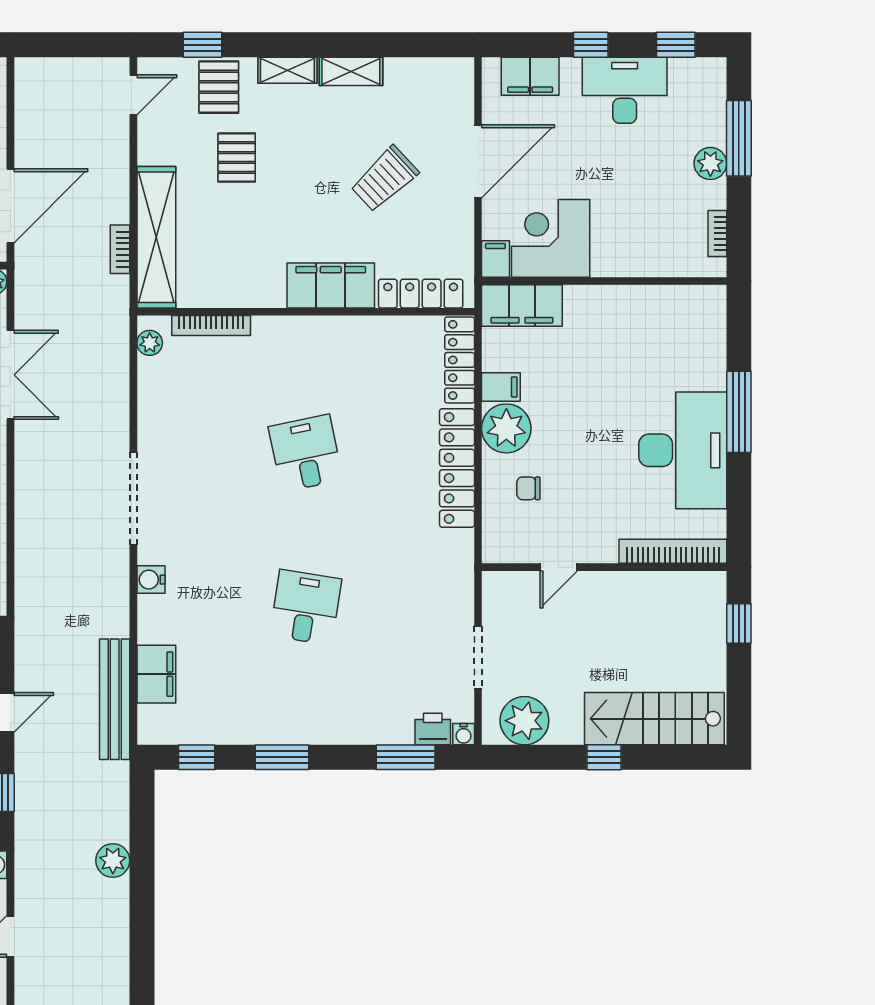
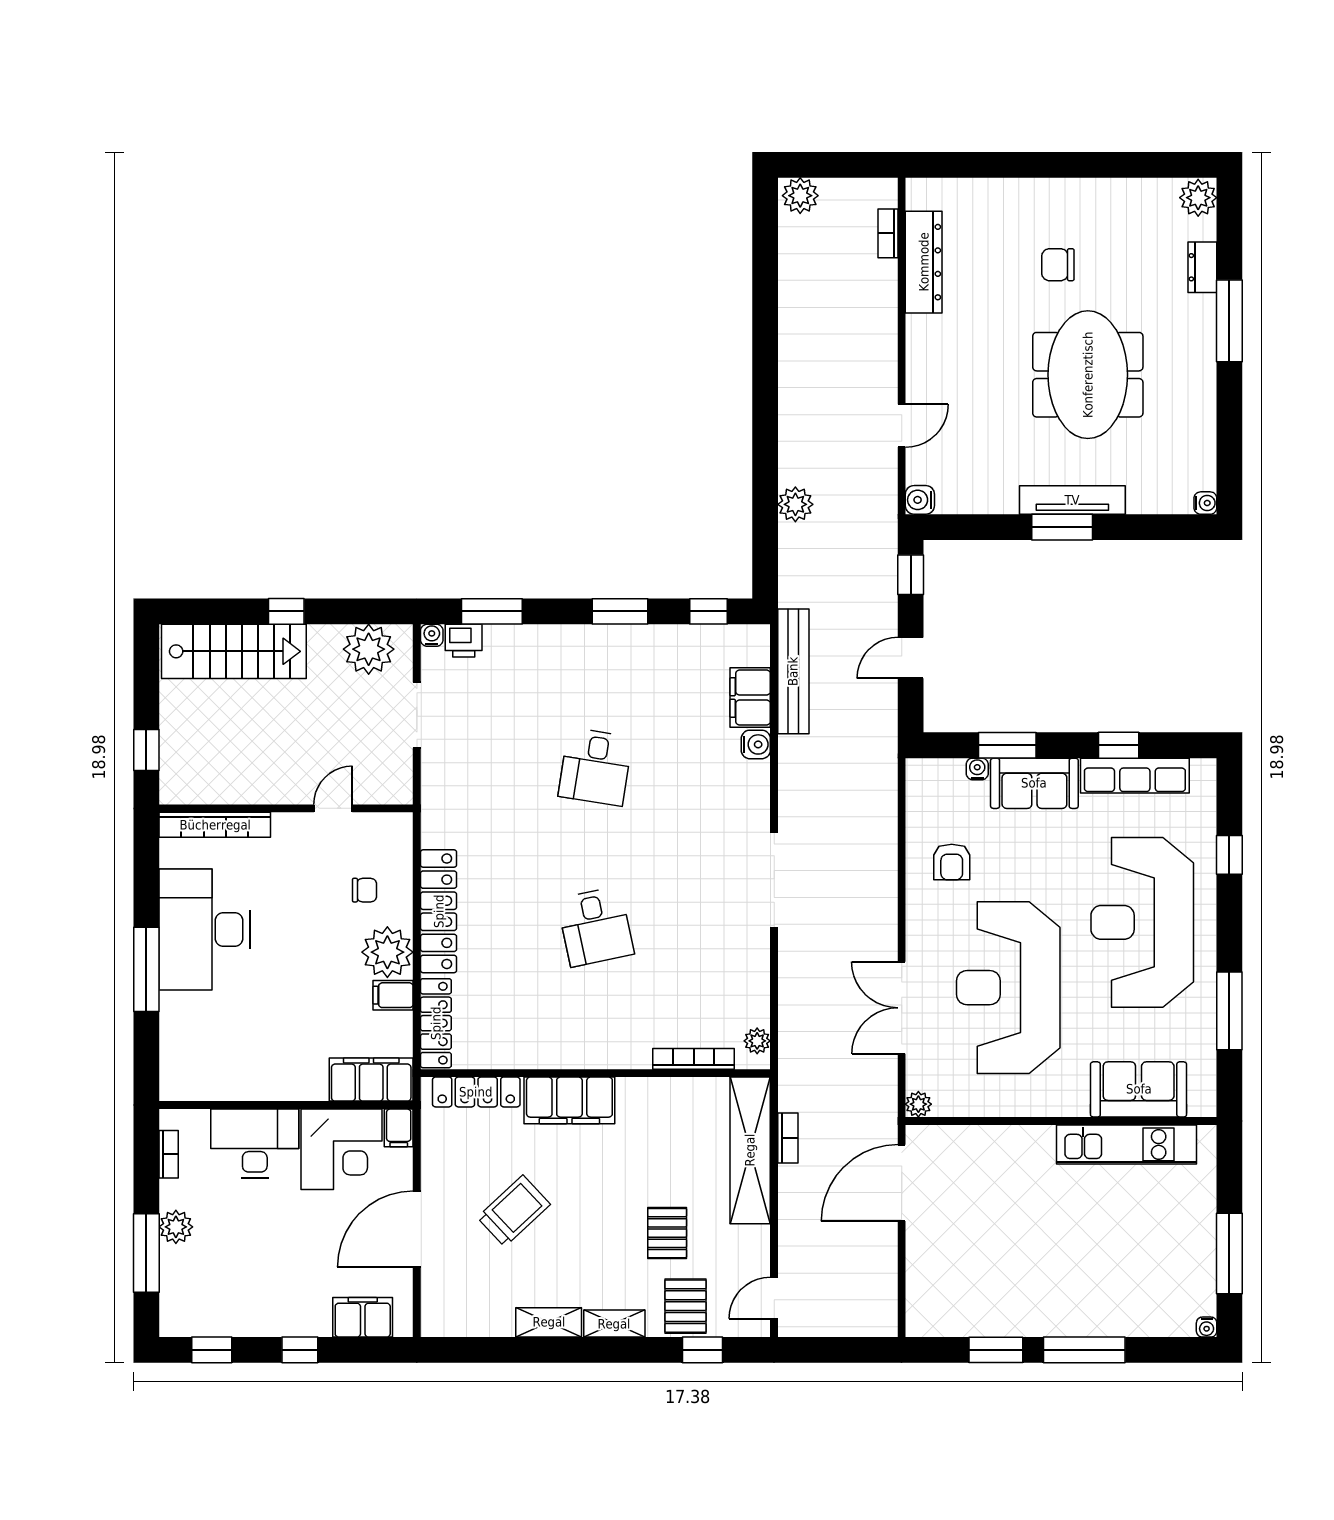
desk: (625, 90) -> (255, 1143), moved, turned 180
water cooler: (151, 580) -> (756, 744), moved

